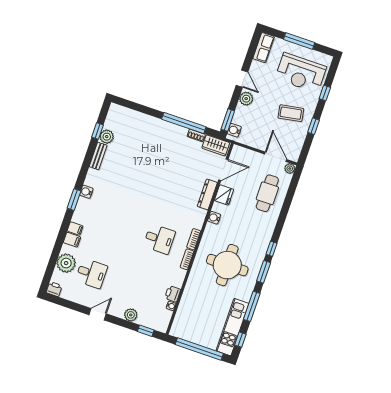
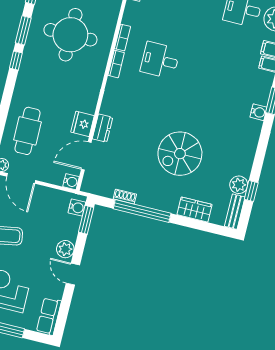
wardrobe: (216, 145) -> (195, 210), moved
bench: (98, 156) -> (235, 212), moved
spiral stairs: (150, 165) -> (180, 154), added
dresser: (207, 194) -> (103, 128), width x0.70
water cooler: (214, 218) -> (71, 182), moved

